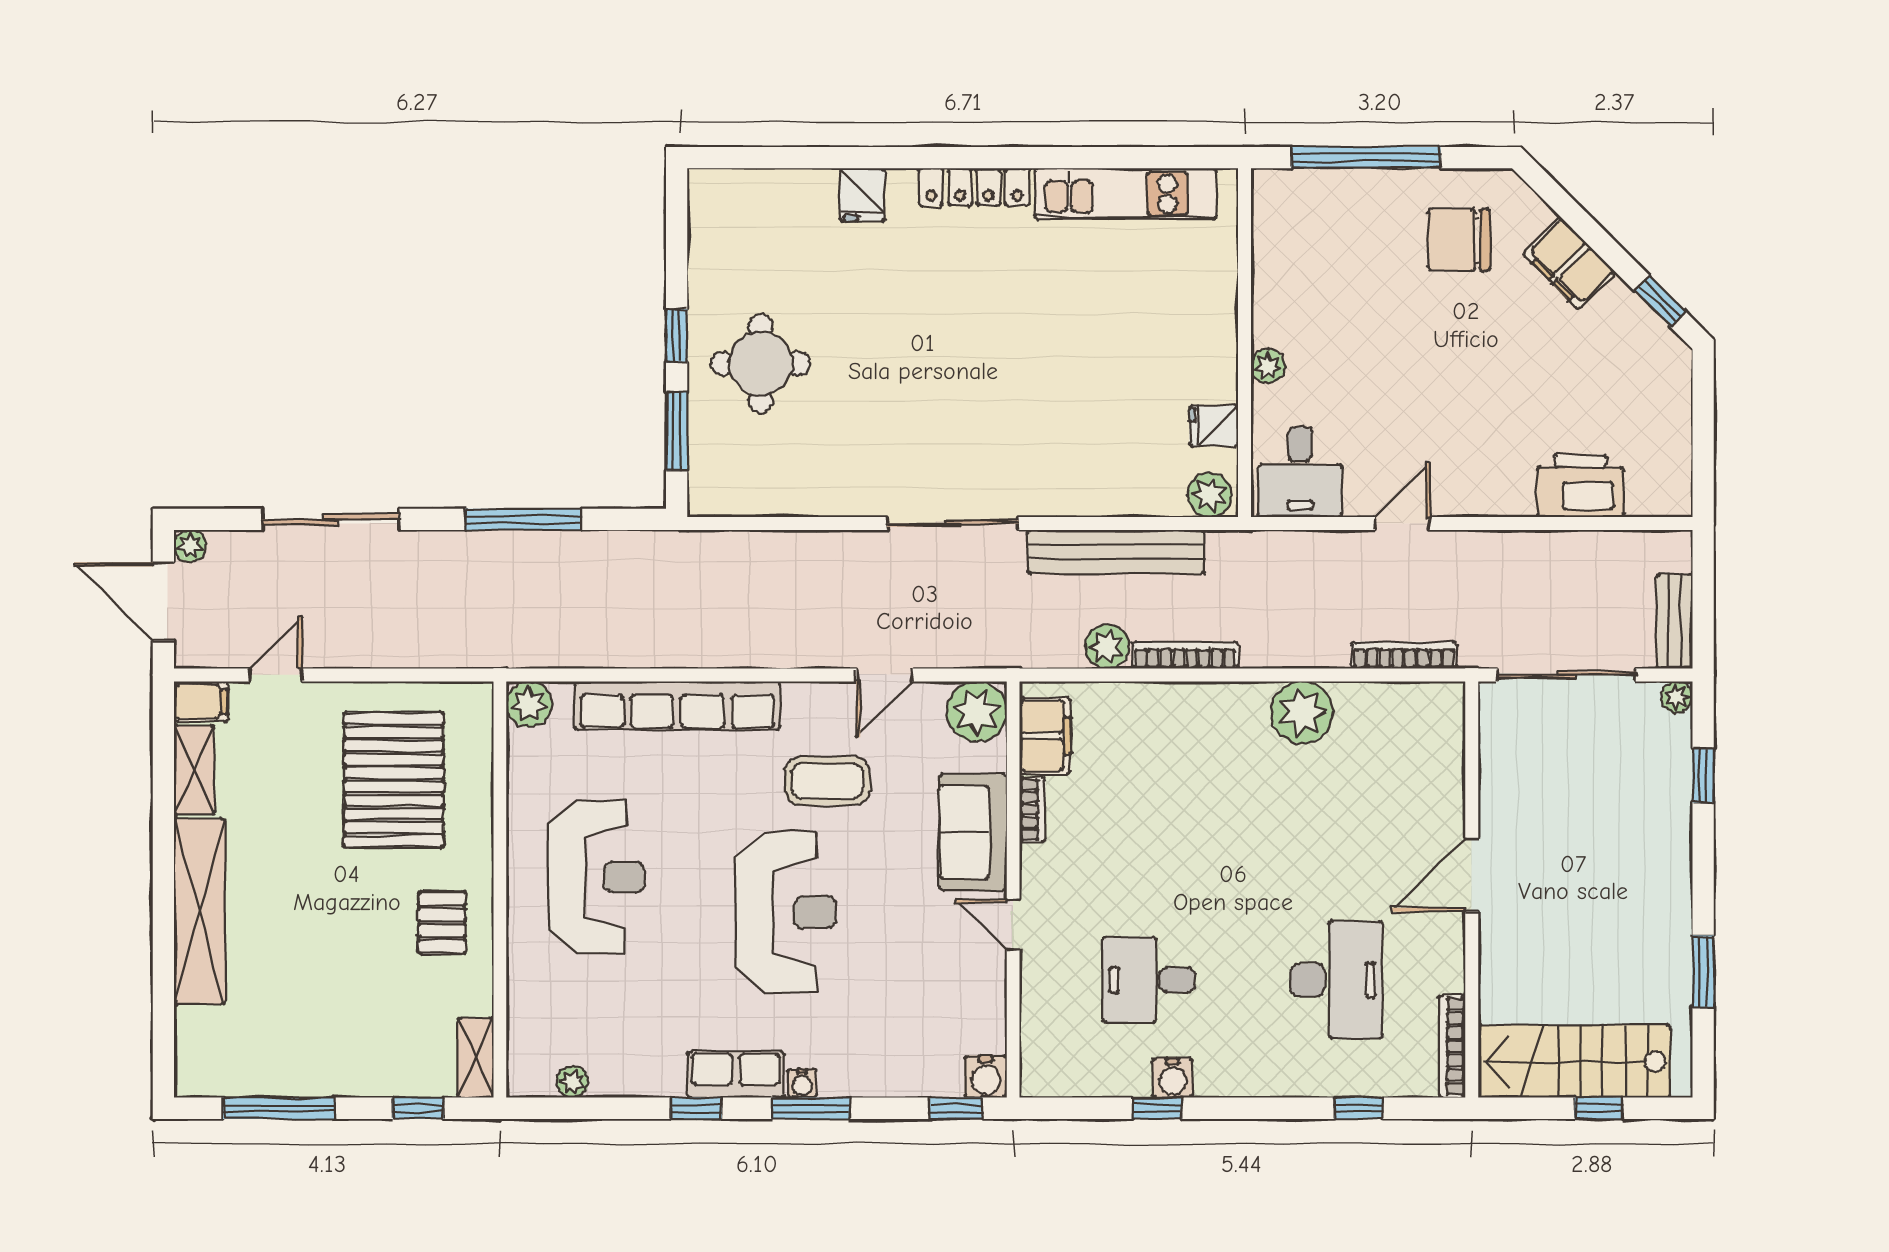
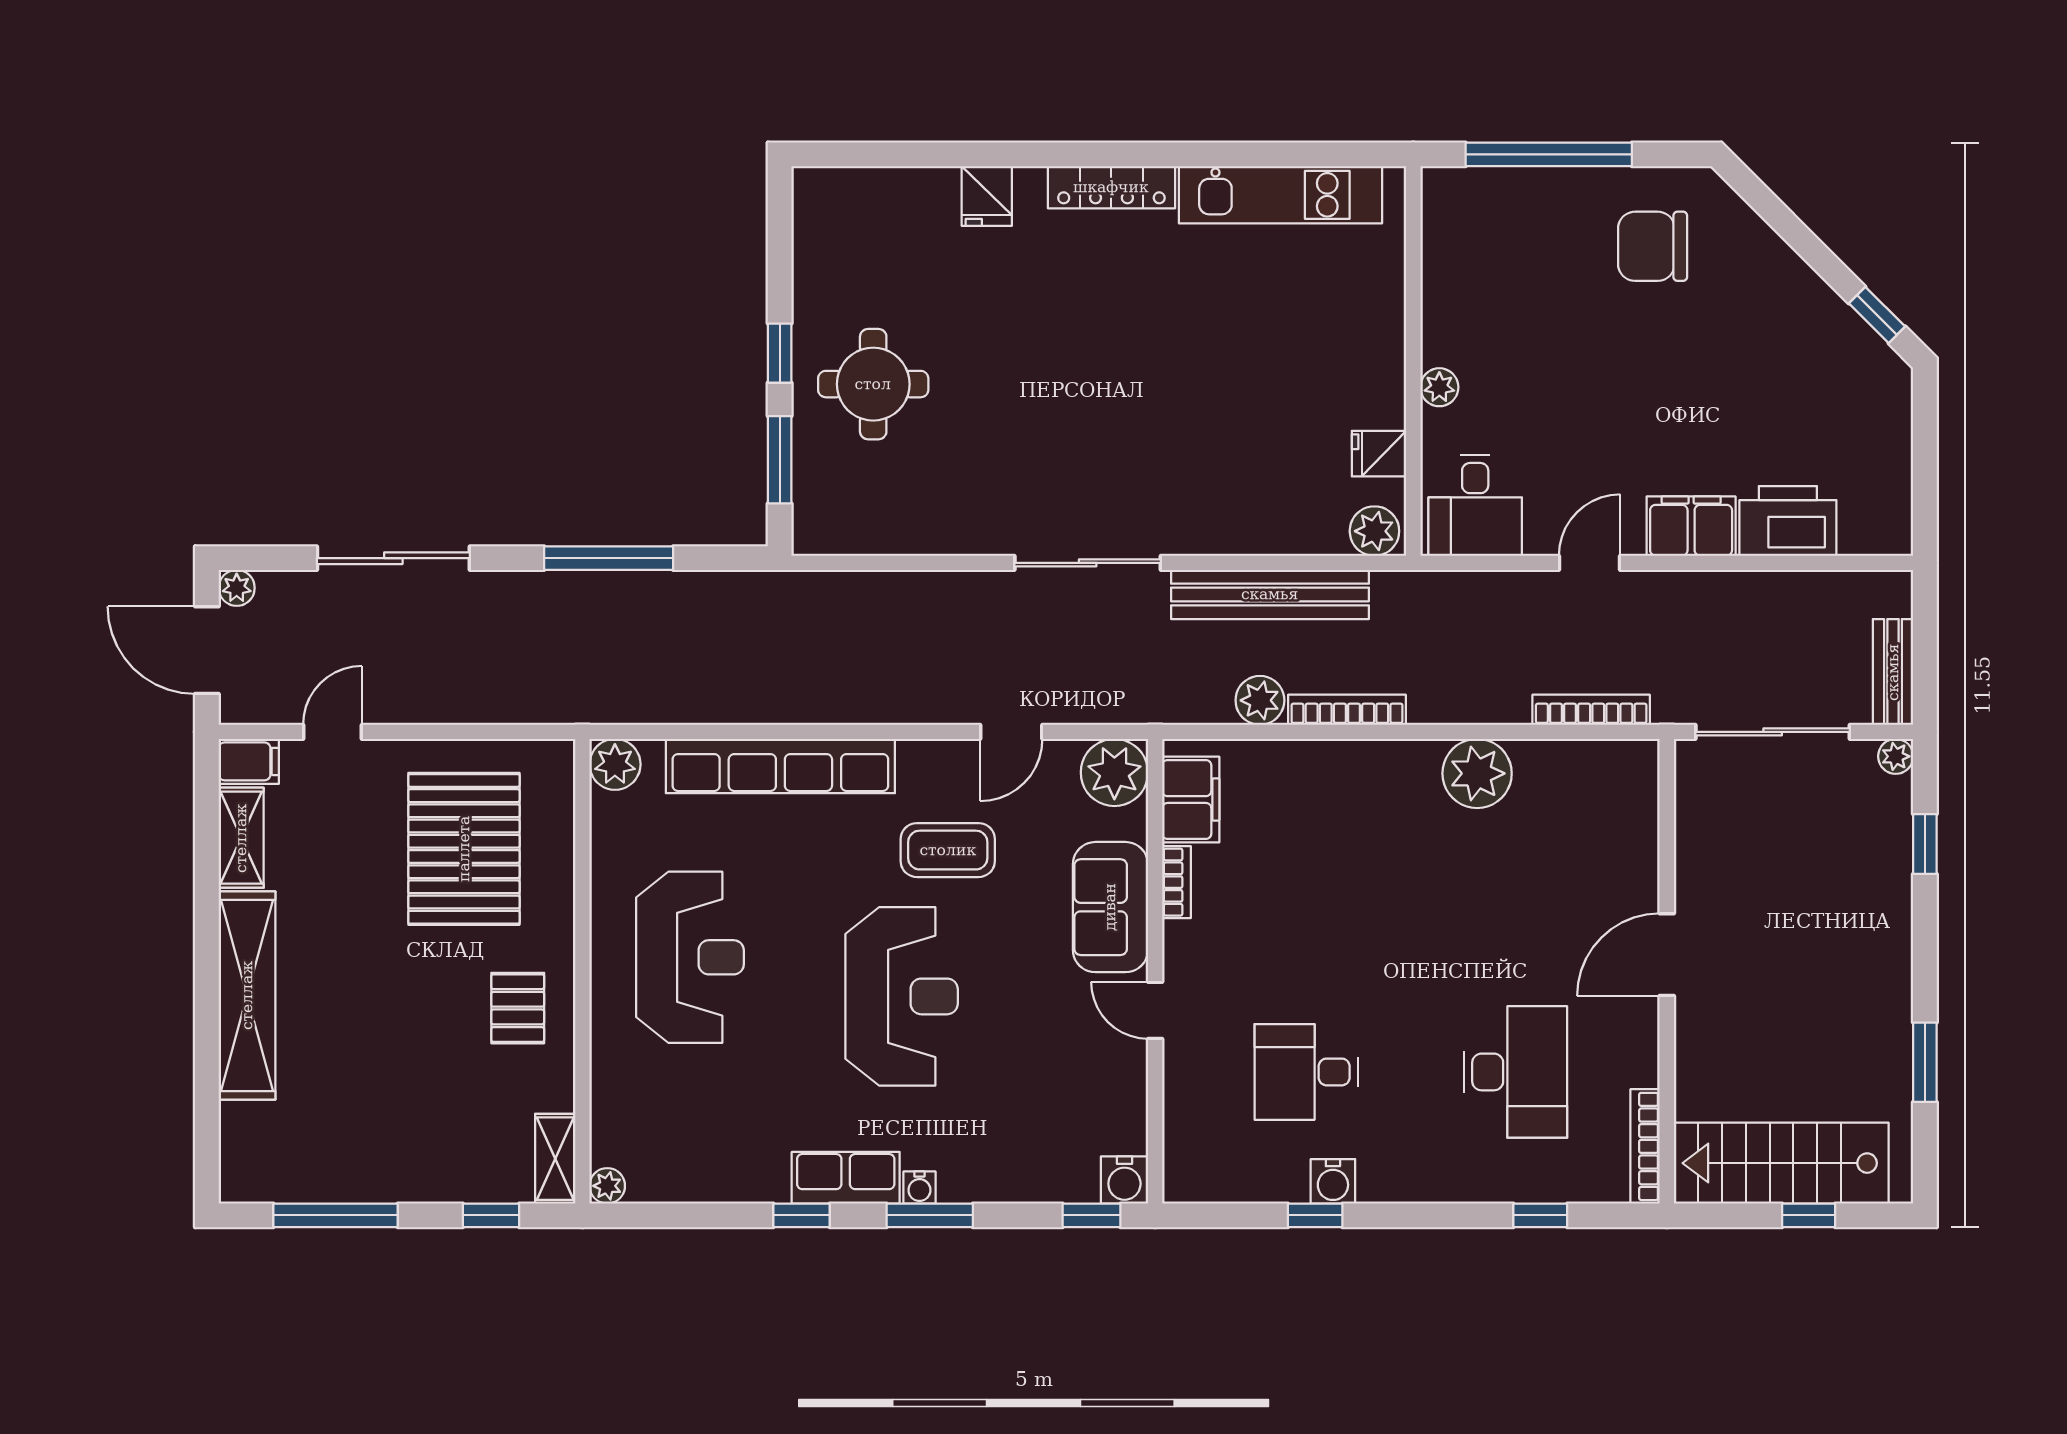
filing cabinet: (1569, 263) -> (1691, 526), moved, turned 135
plant: (572, 1082) -> (607, 1186), moved

